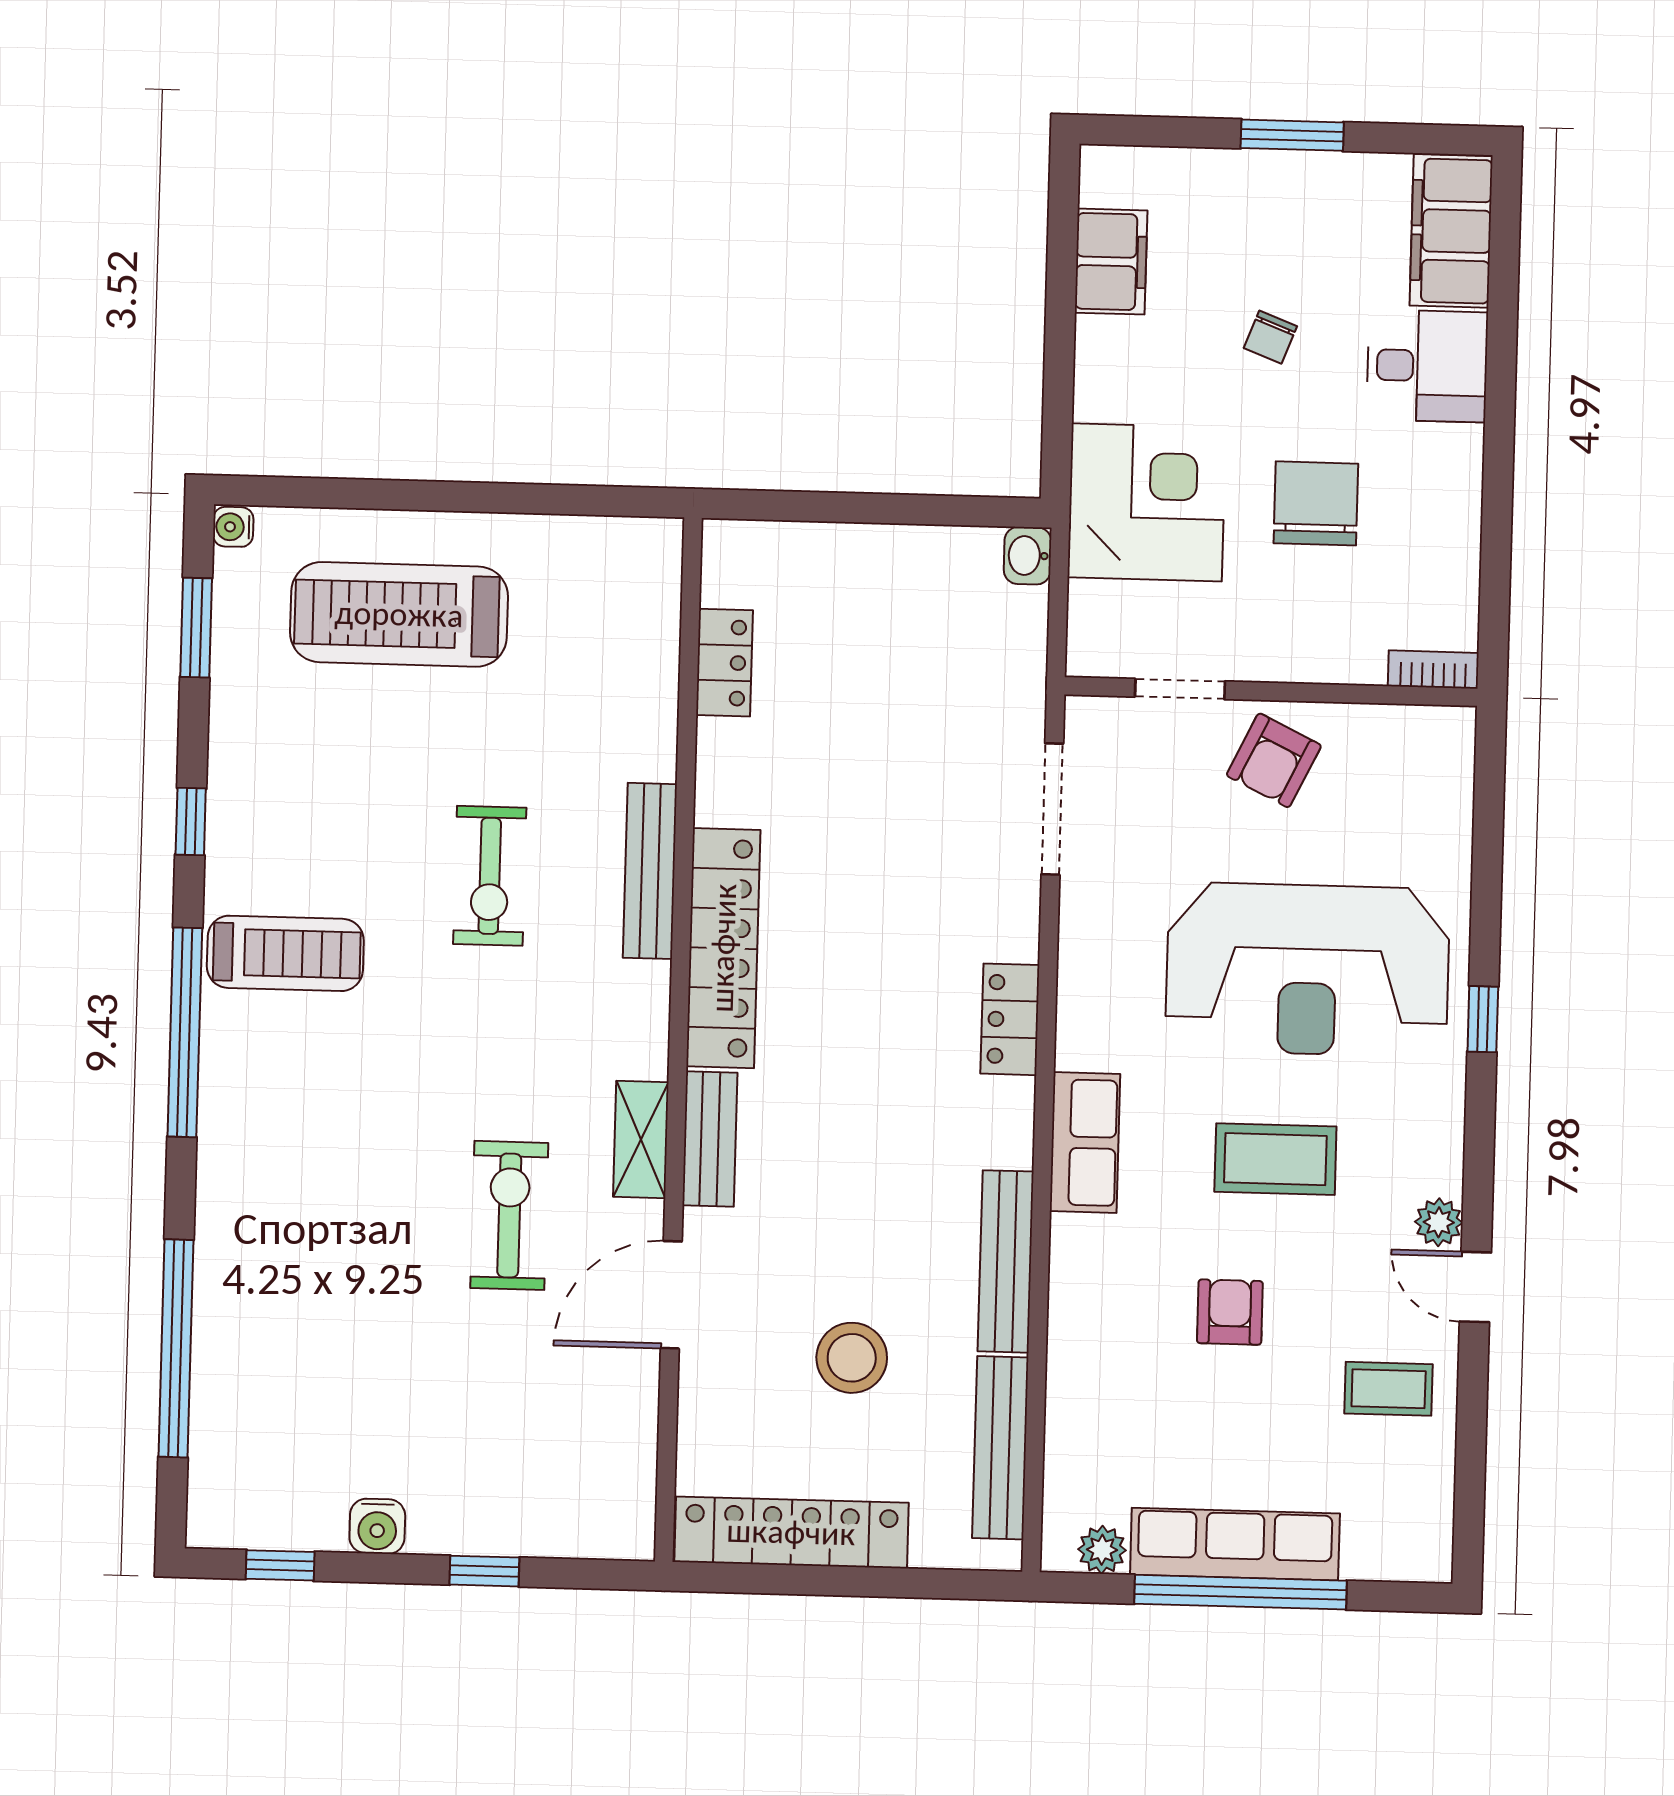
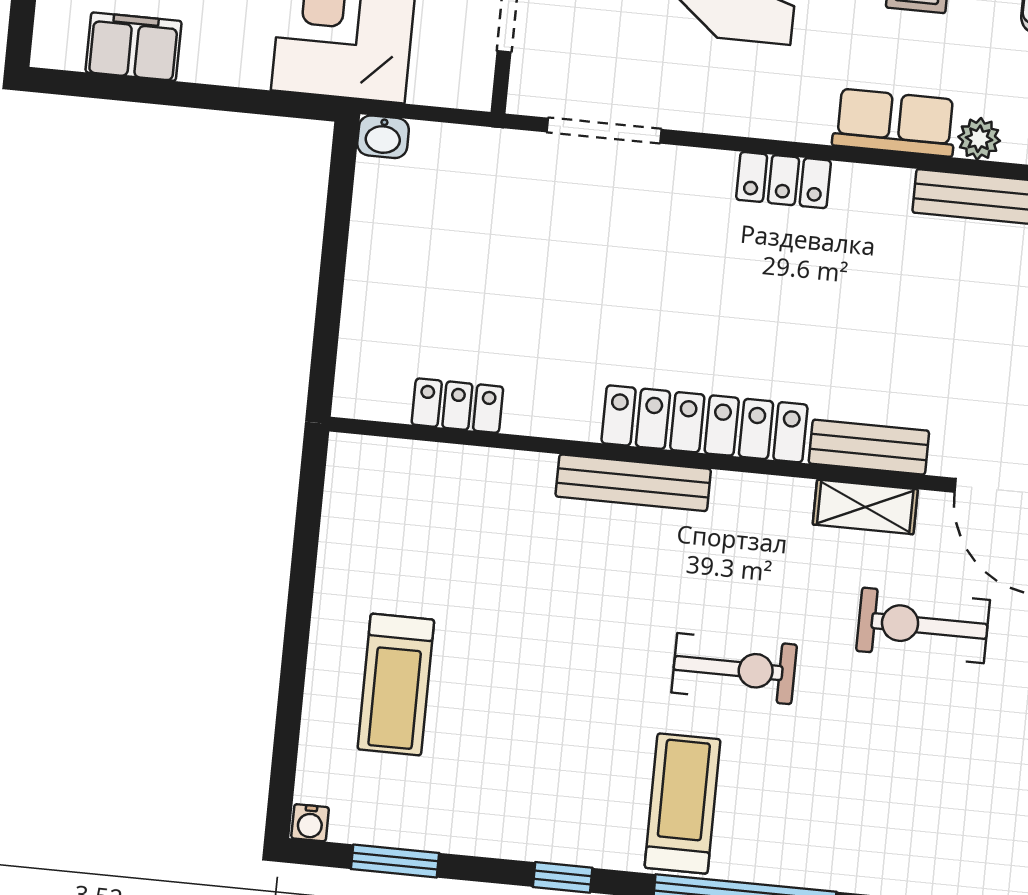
treadmill: (399, 614) -> (396, 685), width x0.73, depth x0.73
exercise bike: (490, 876) -> (734, 669), moved
plant: (1073, 1241) -> (979, 139), added

